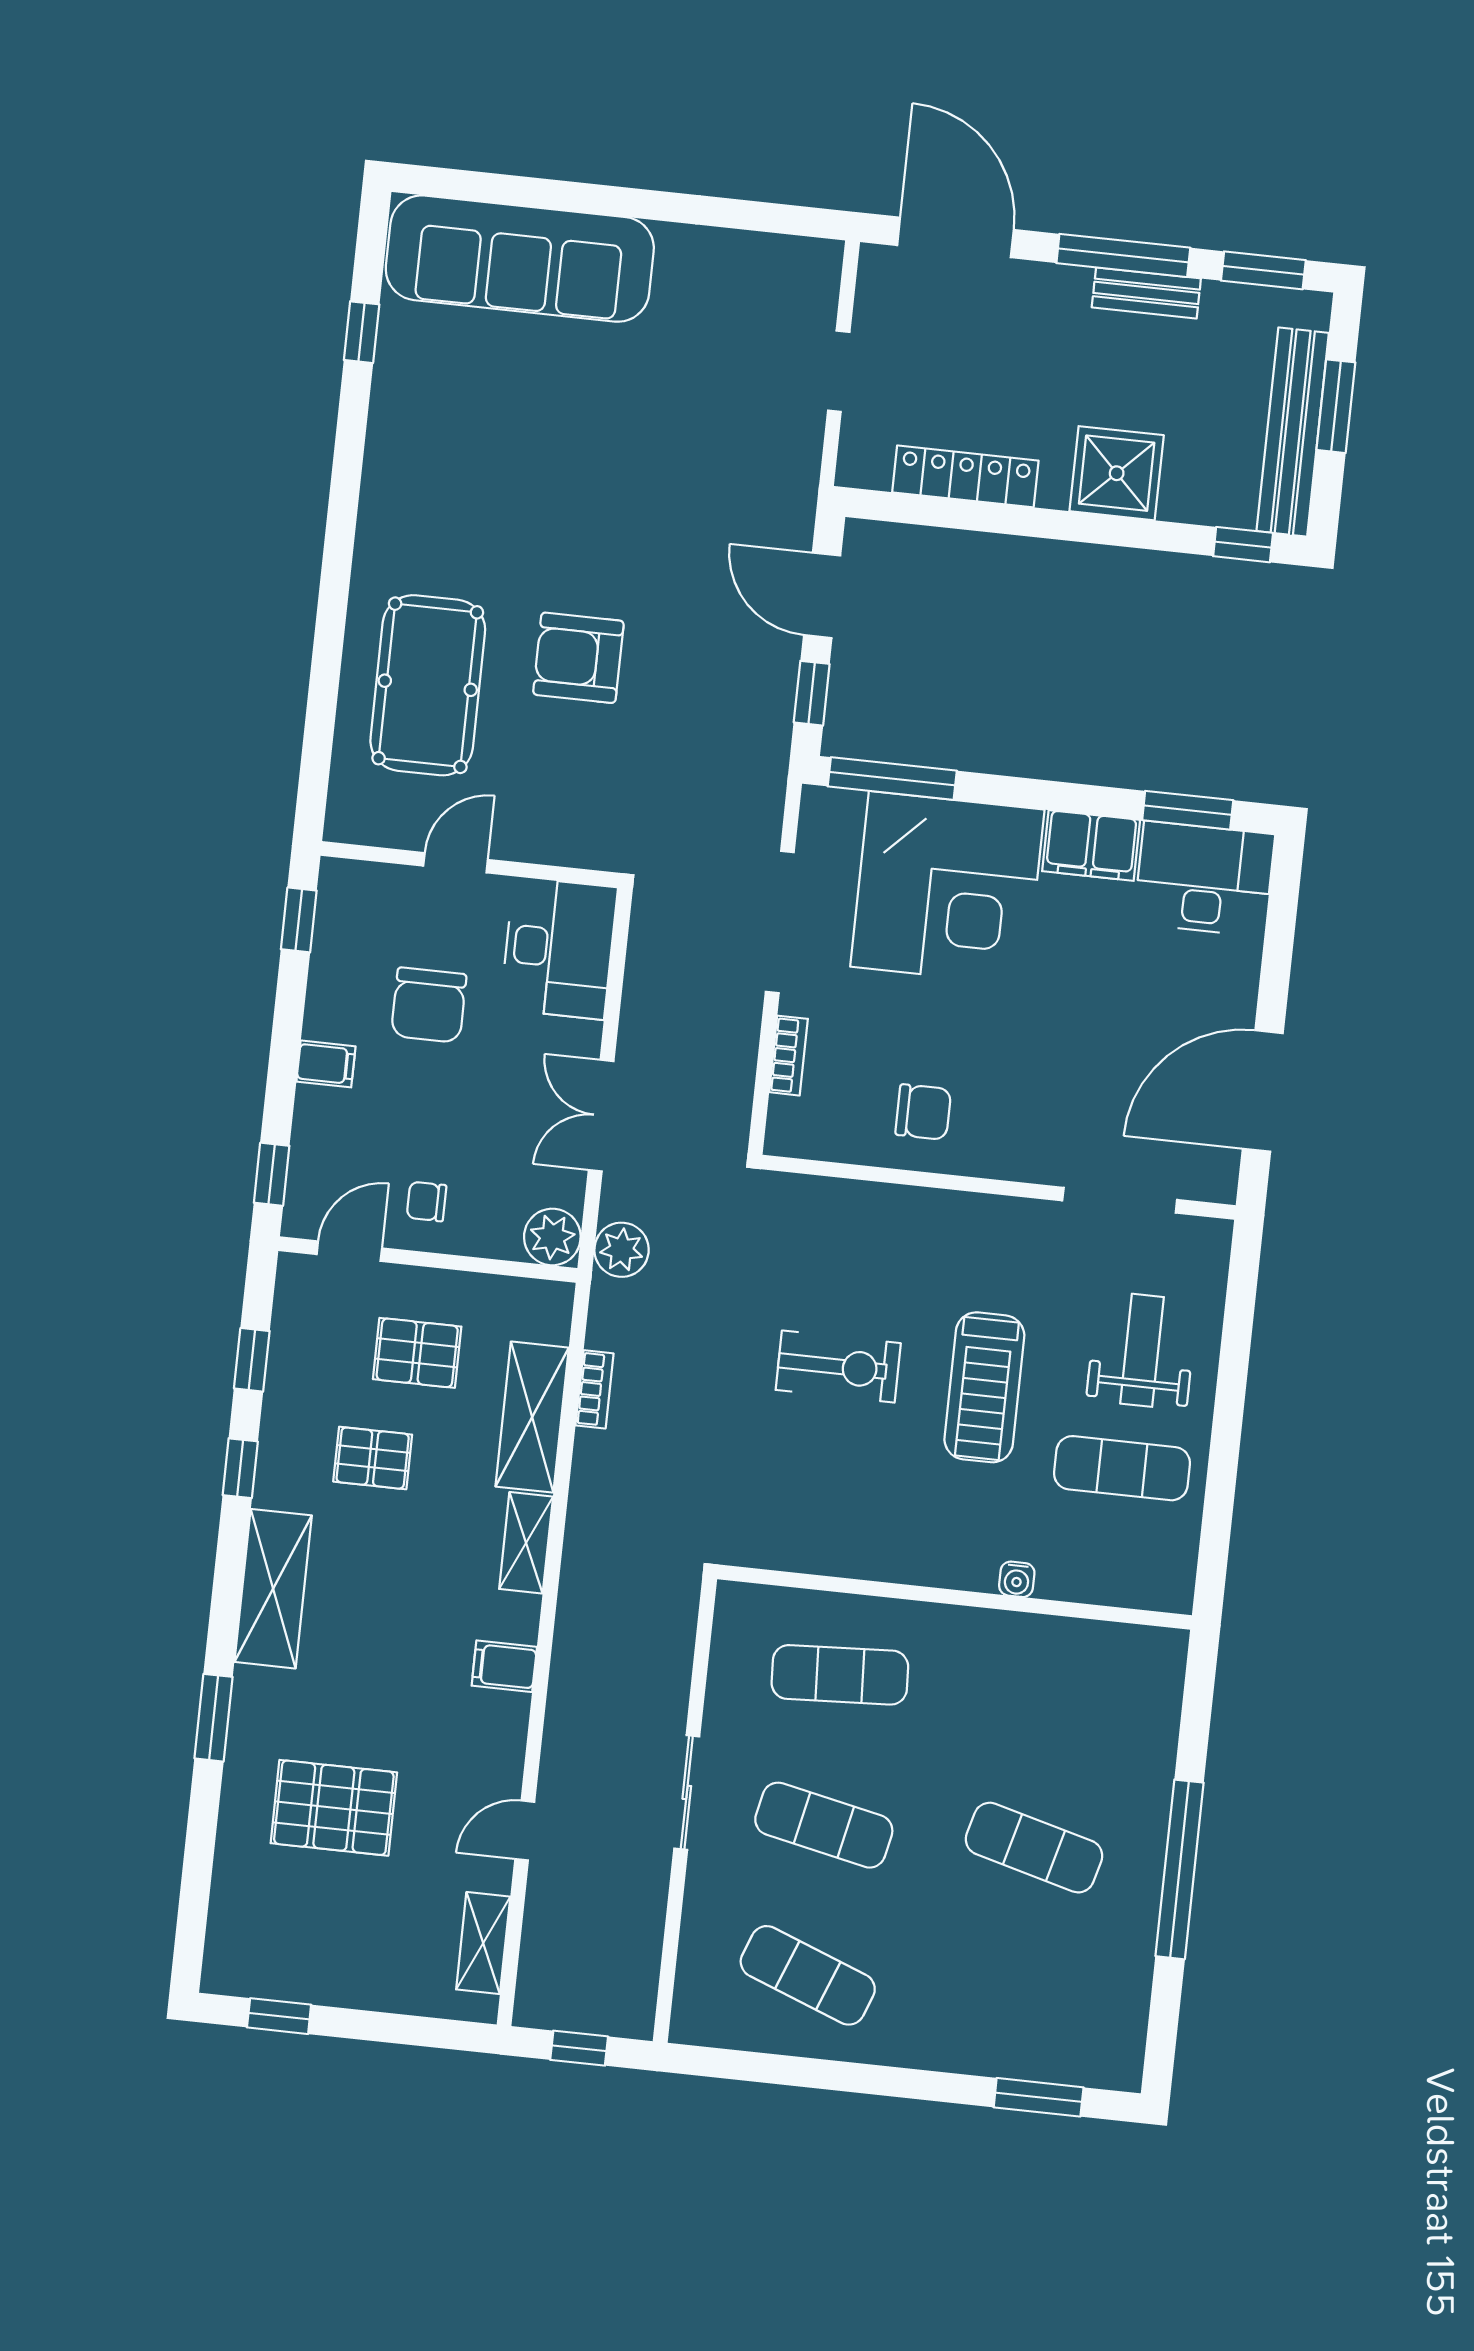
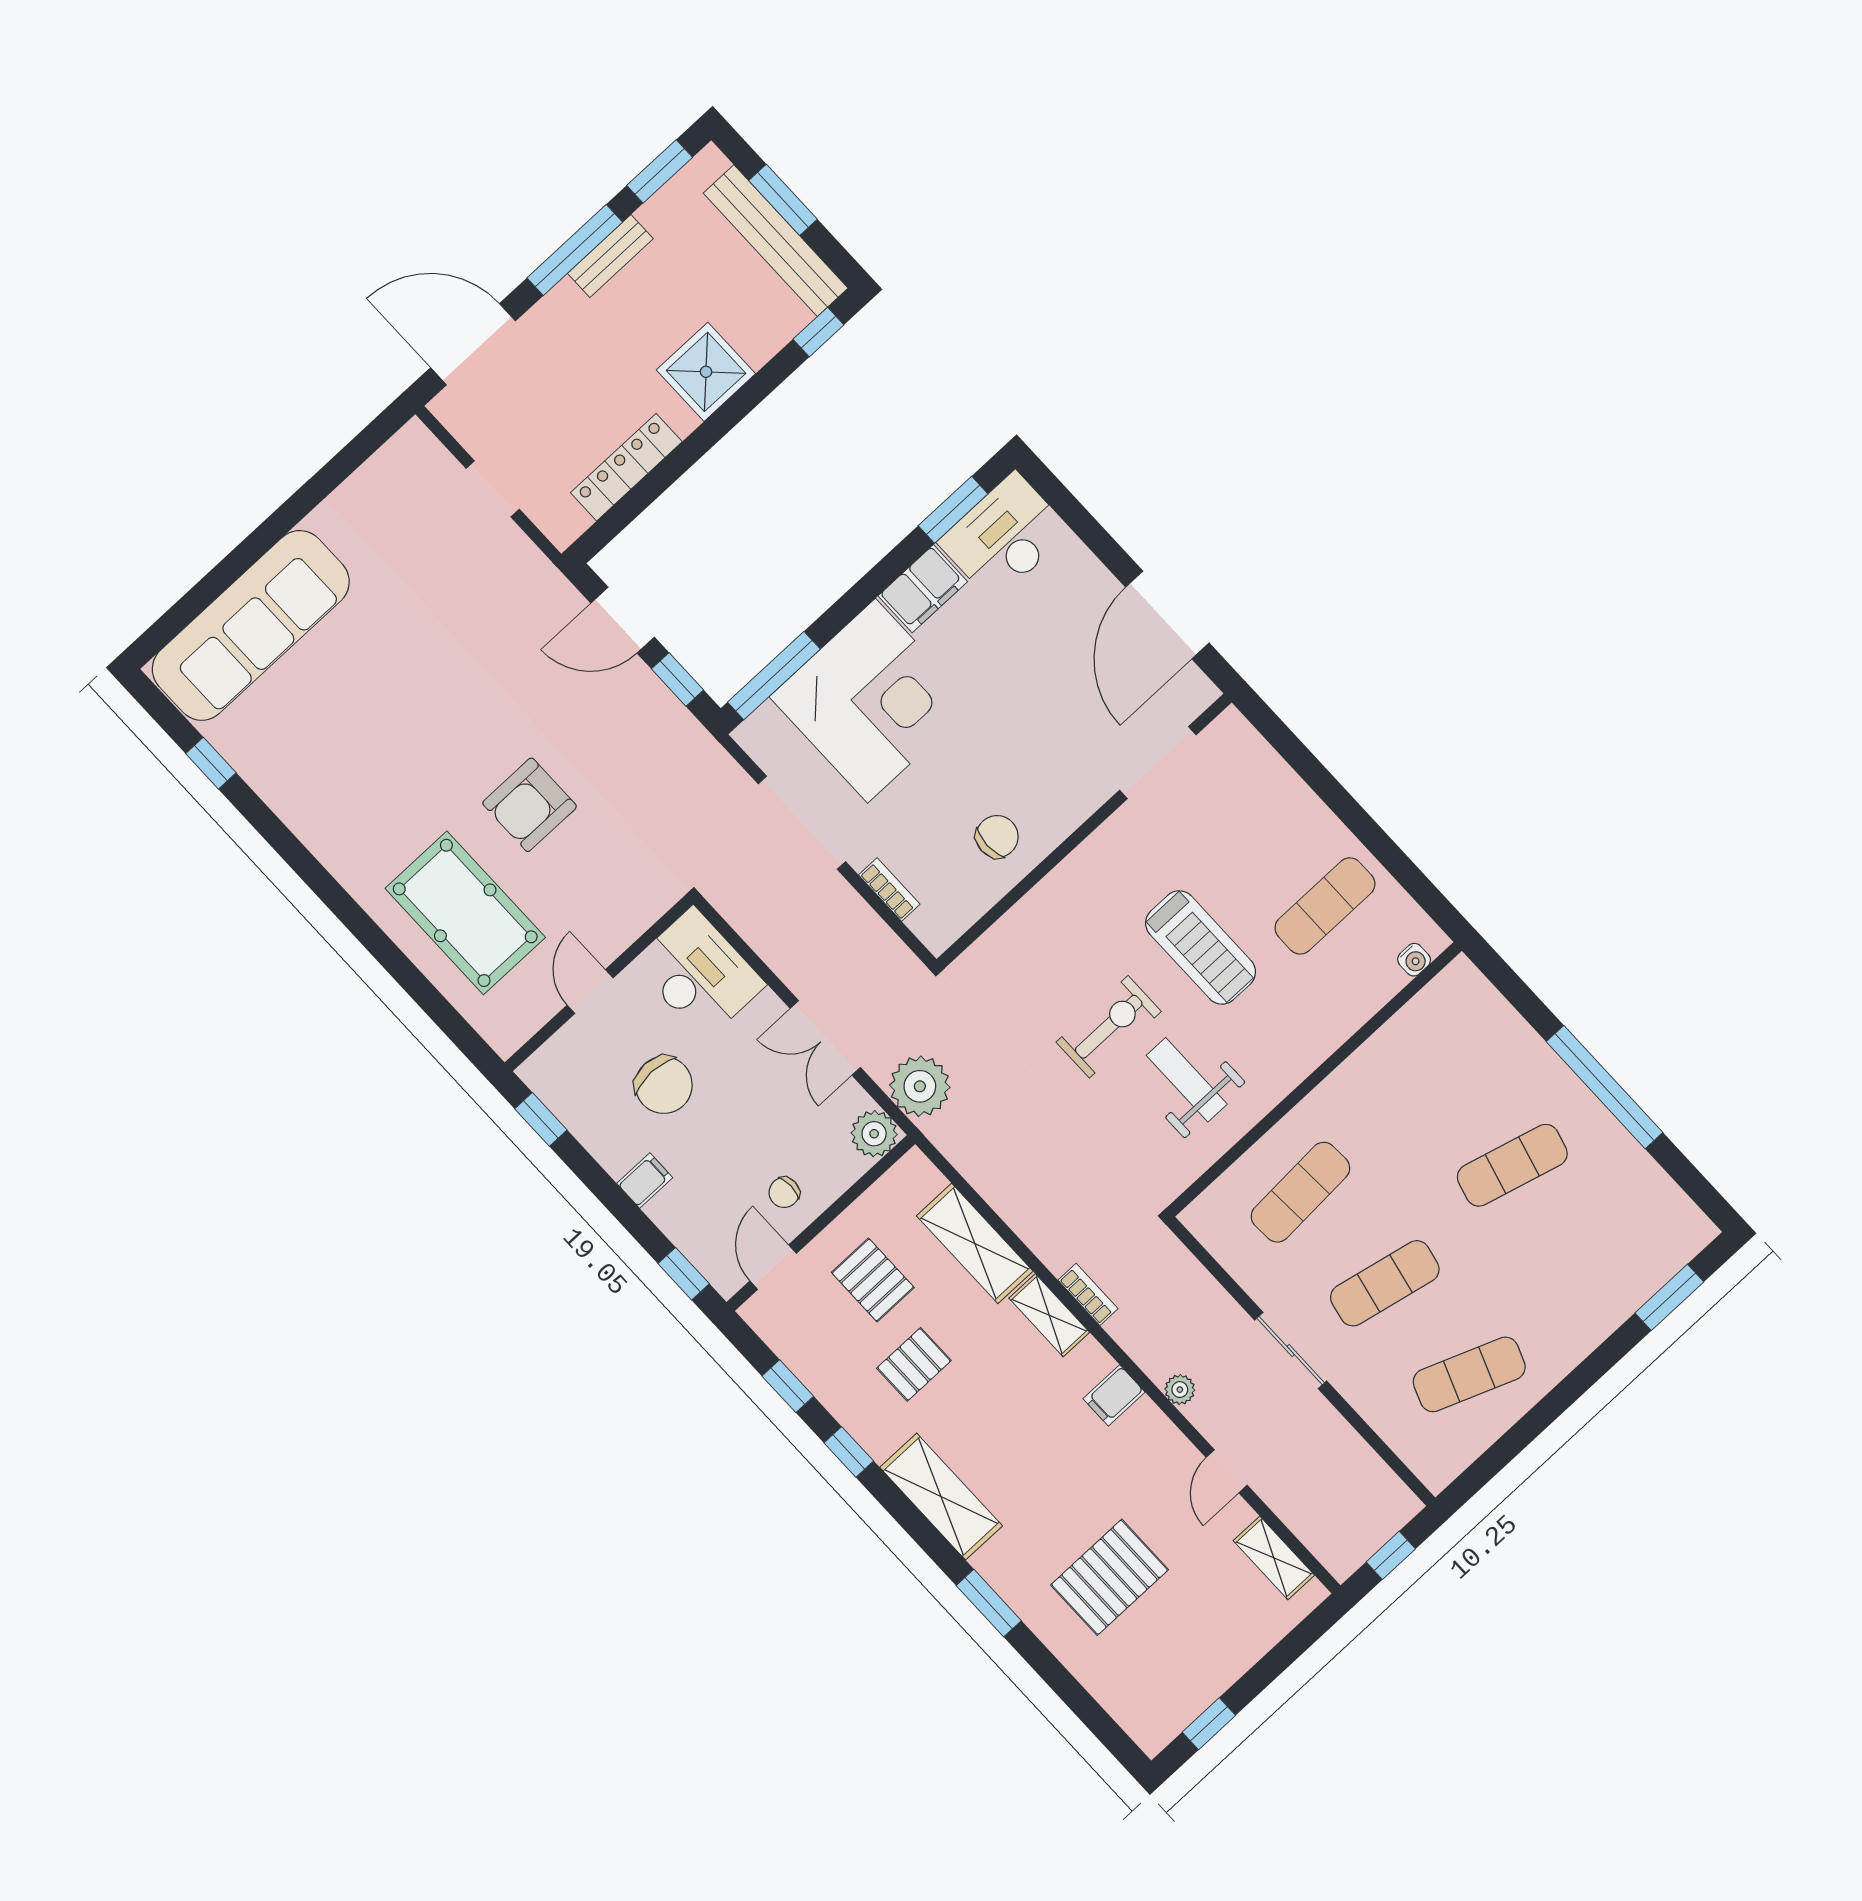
plant: (622, 1250) -> (920, 1086), width x1.36, depth x1.36
weight bench: (1142, 1350) -> (1187, 1080), moved
pallet: (417, 1353) -> (873, 1280), turned 90
bookcase: (595, 1389) -> (1088, 1294), moved
water cooler: (1017, 1579) -> (1414, 960), moved
plant: (562, 1722) -> (1180, 1390), added

